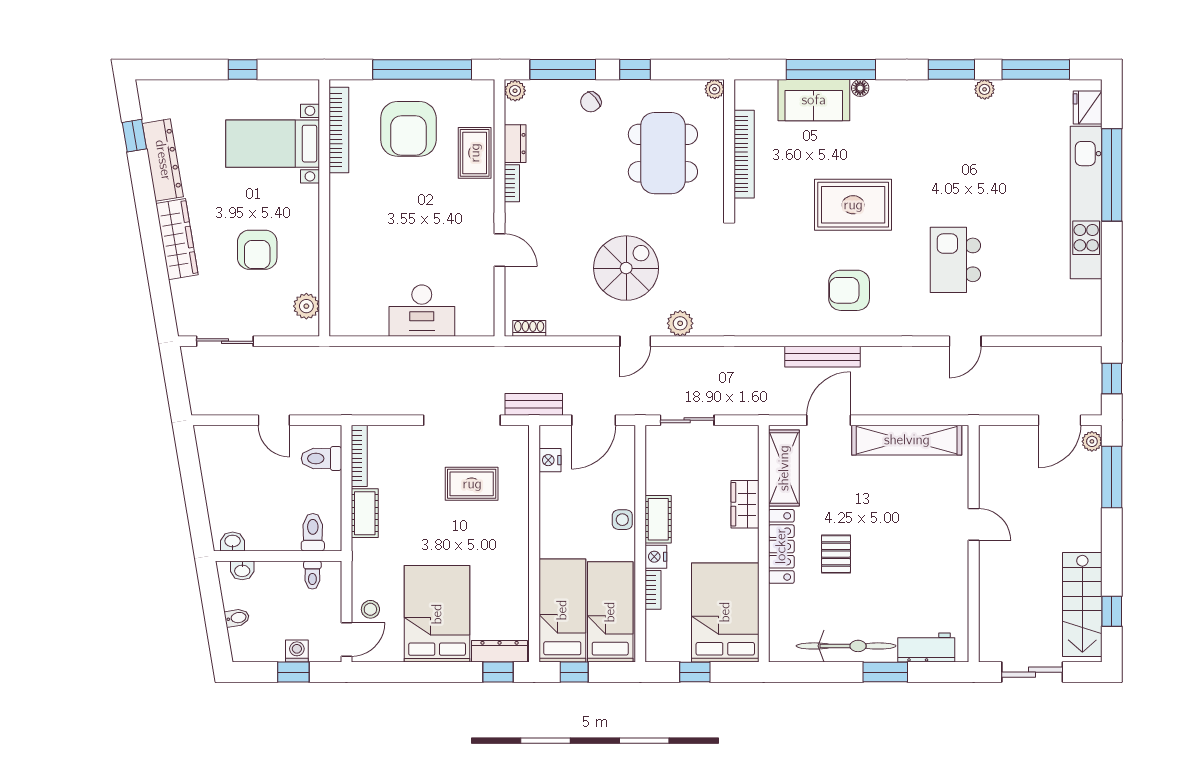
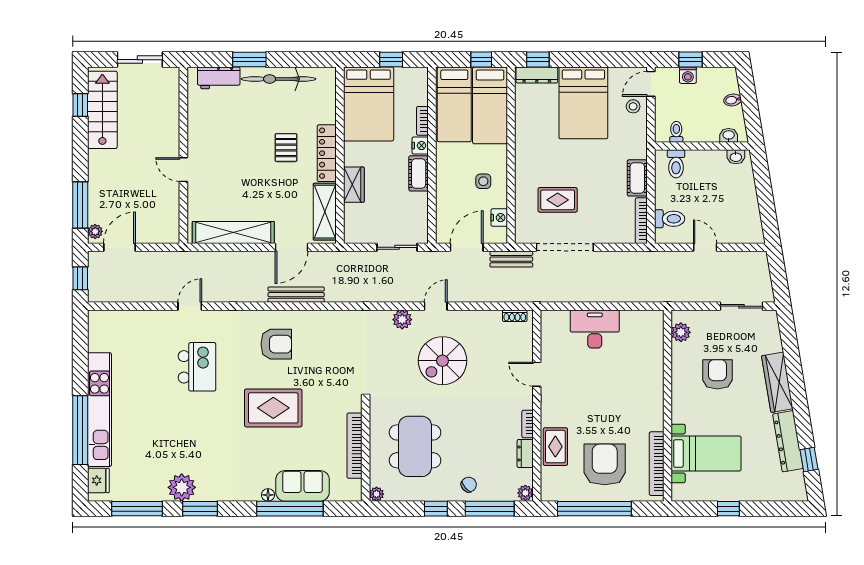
plant: (985, 89) -> (182, 487), width x1.87, depth x1.87
side table: (622, 520) -> (483, 181), moved

